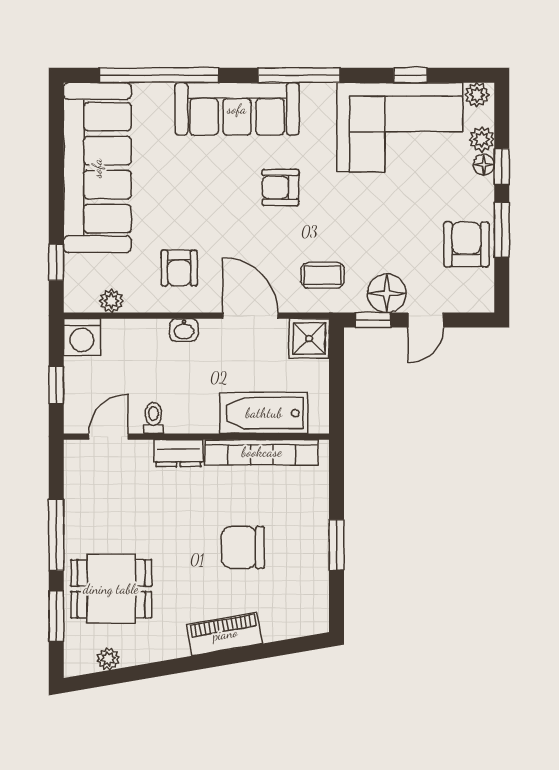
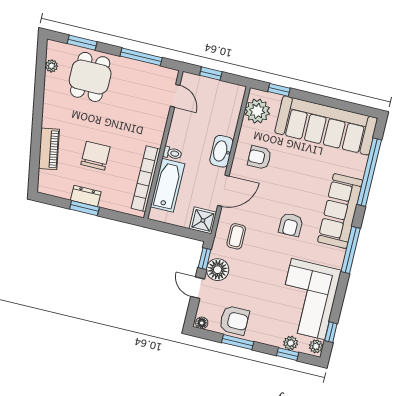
window: (410, 75) -> (331, 332), moved
floor lamp: (484, 165) -> (202, 323), moved
window: (502, 167) -> (288, 354), moved
armchair: (280, 187) -> (291, 225), turned 180
plant: (111, 301) -> (257, 111), width x1.87, depth x1.87
washbasin: (184, 330) -> (222, 151), width x1.91, depth x1.45
washing machine: (82, 337) -> (234, 94), removed
toilet: (153, 418) -> (172, 153), moved
dresser: (178, 453) -> (86, 196), moved, turned 90
window: (56, 535) -> (141, 57), moved
piano: (225, 634) -> (49, 149), moved

